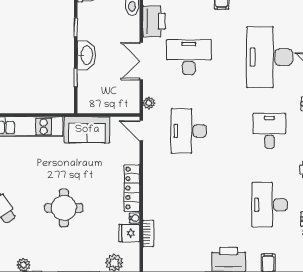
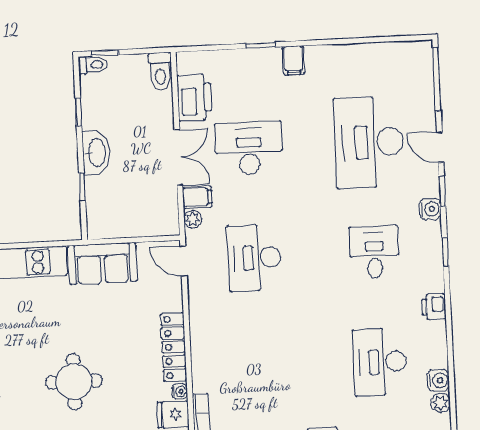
double door: (141, 61) -> (178, 157), swing flipped
filing cabinet: (153, 88) -> (197, 197), added

